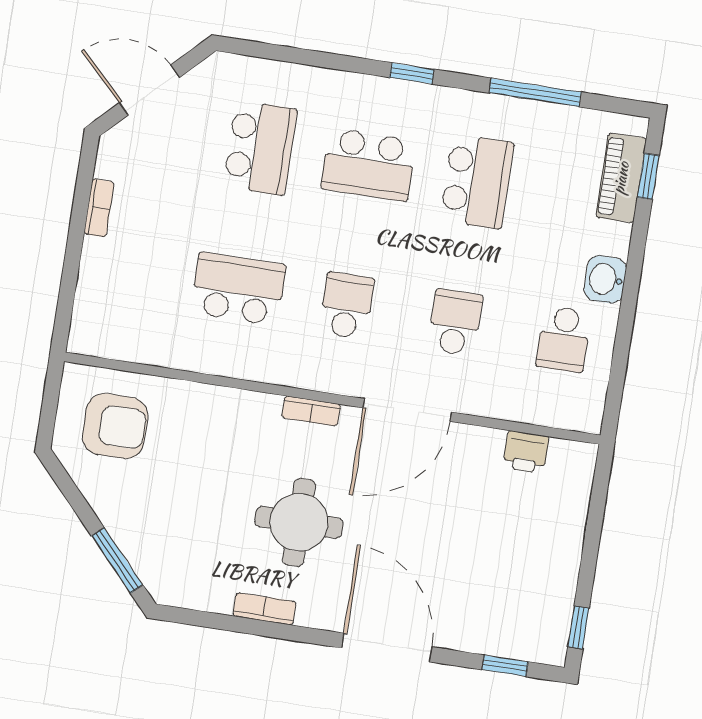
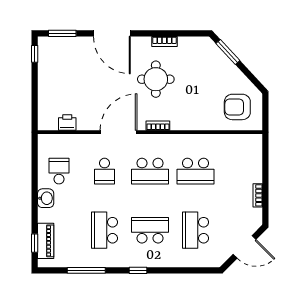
school desk: (347, 306) -> (150, 171), width x1.85
window: (505, 666) -> (62, 33), width x1.50

